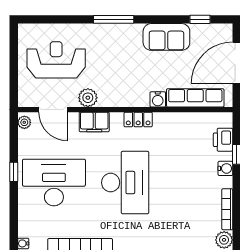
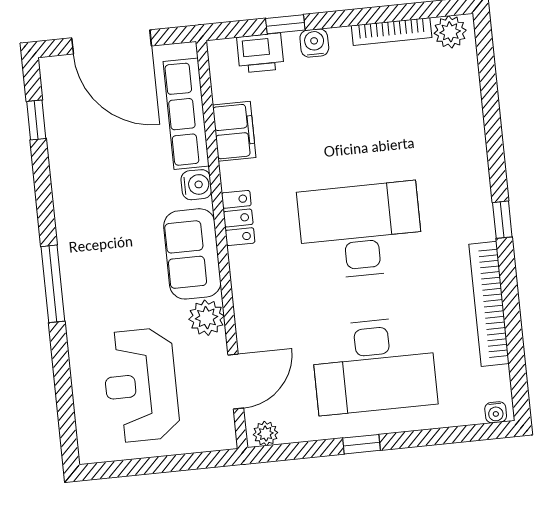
sofa: (166, 37) -> (192, 254), moved, turned 180
filing cabinet: (94, 122) -> (234, 131), moved
desk: (54, 183) -> (374, 366), turned -90

